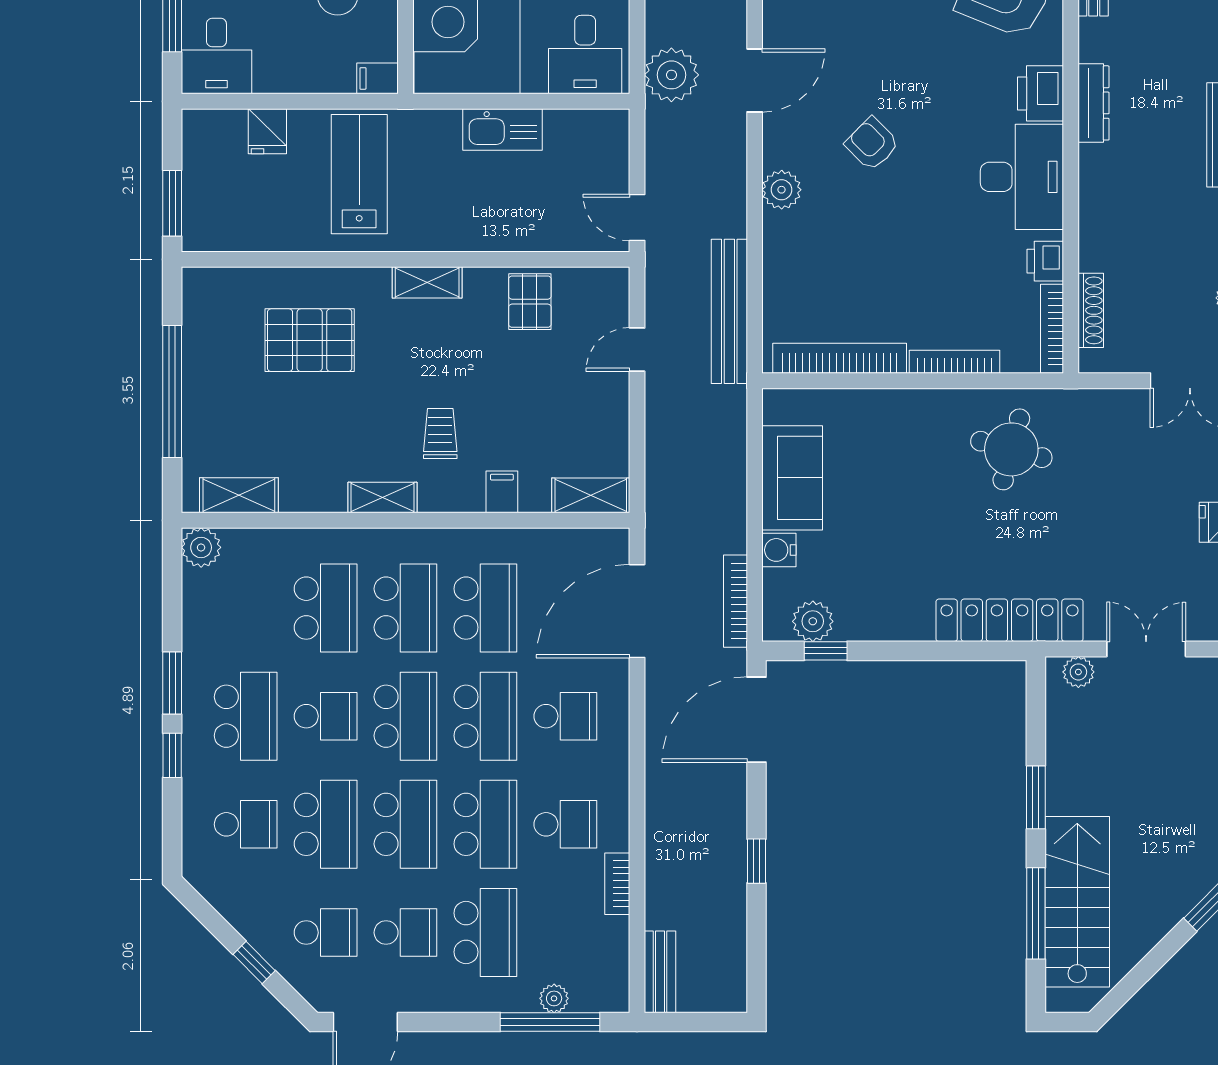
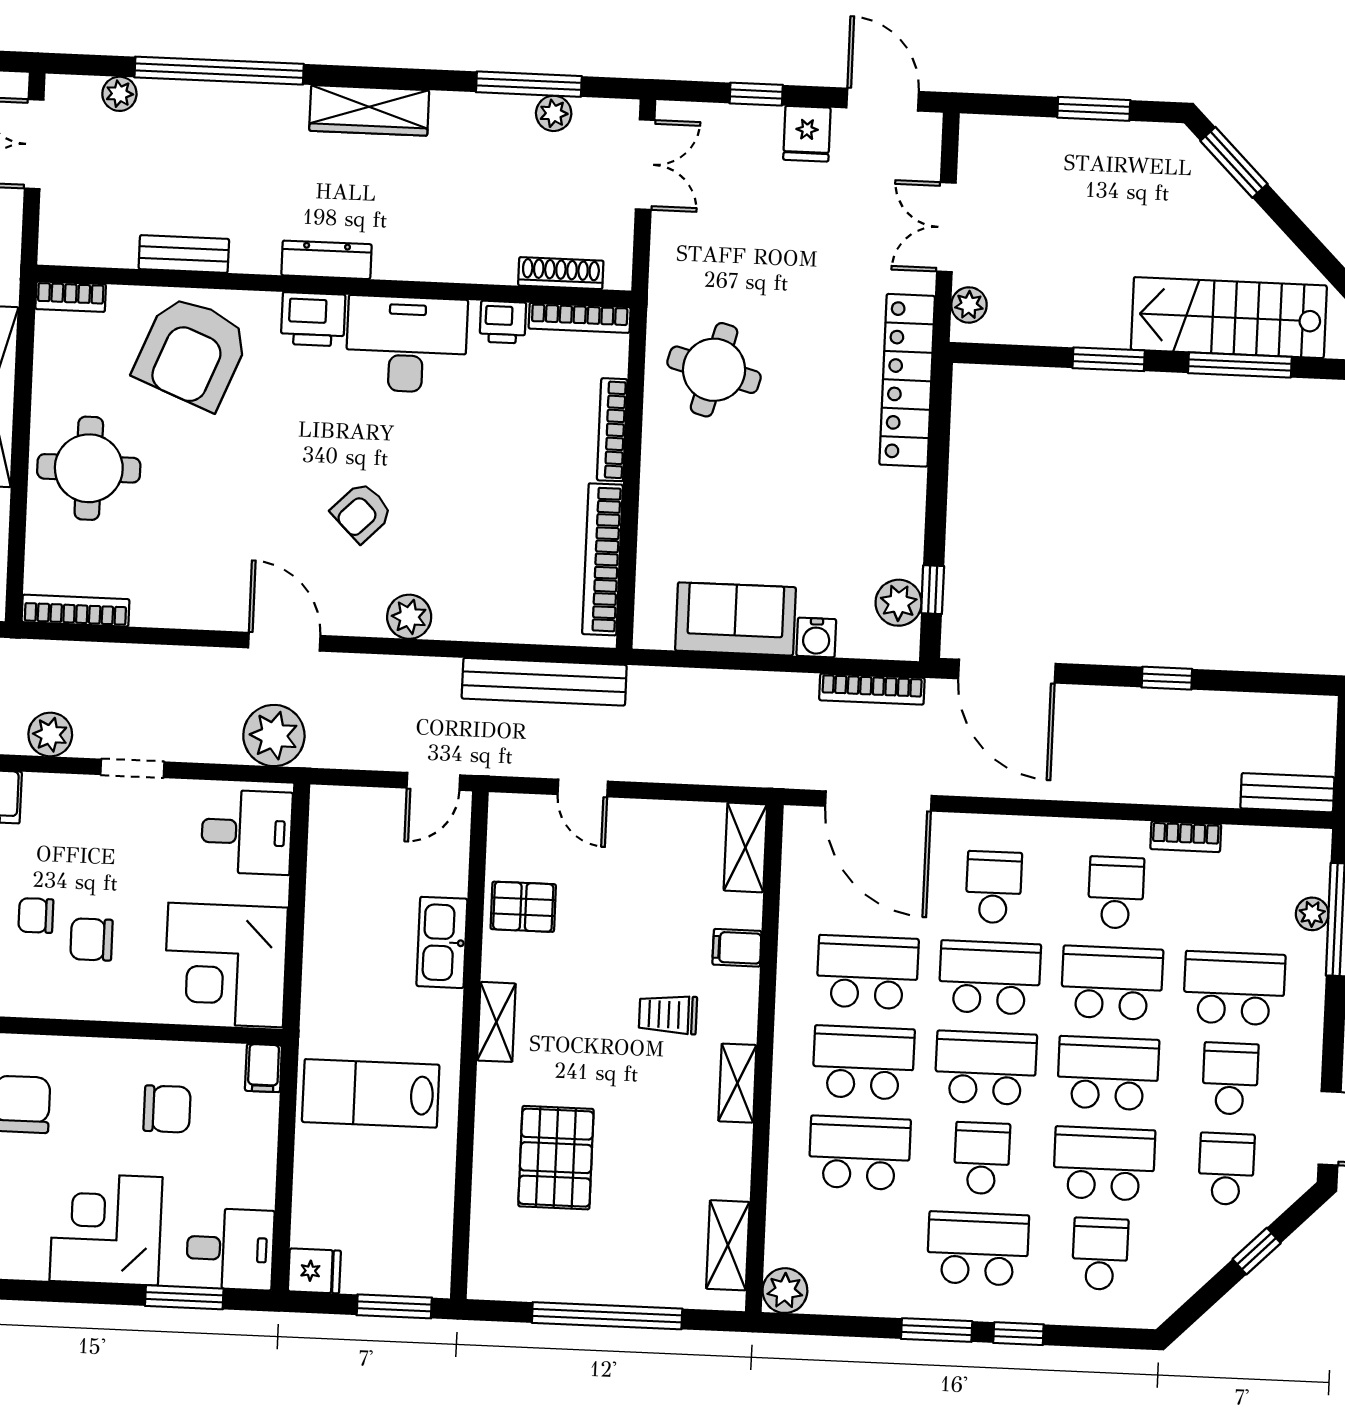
kitchen sink: (502, 130) -> (442, 942), moved, turned 180
fridge: (267, 131) -> (314, 1271), moved

